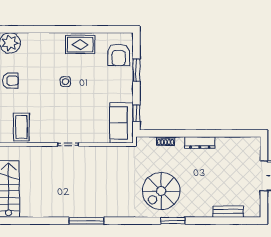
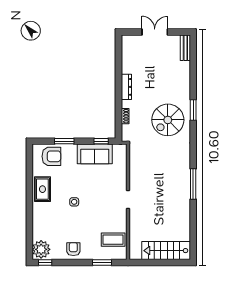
sofa: (121, 123) -> (95, 154), moved
spiral stairs: (161, 191) -> (168, 120), turned 90
bench: (228, 212) -> (185, 48), moved

